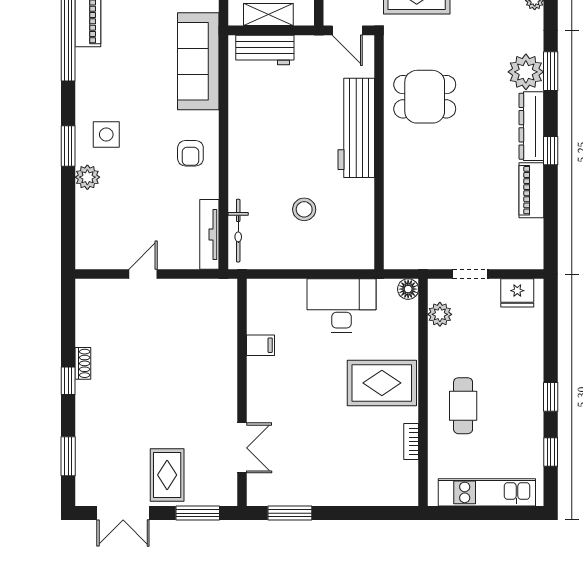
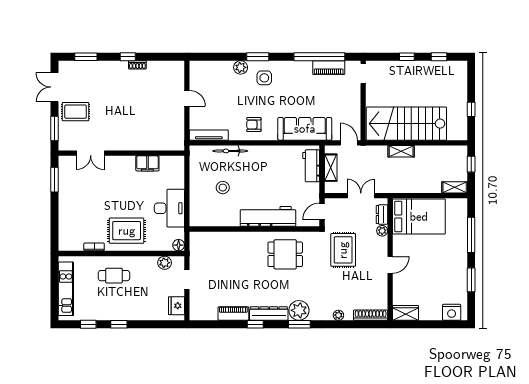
dining table: (425, 97) -> (285, 254), turned 90
bicycle: (238, 231) -> (230, 151), moved
filing cabinet: (261, 345) -> (147, 163), width x2.00
rug: (382, 383) -> (127, 231), turned 90

